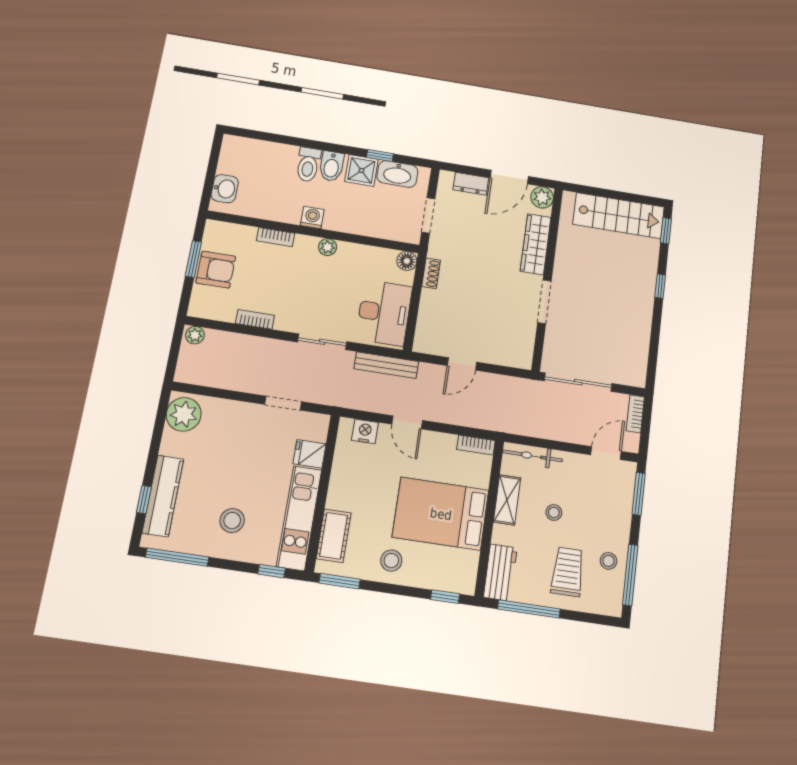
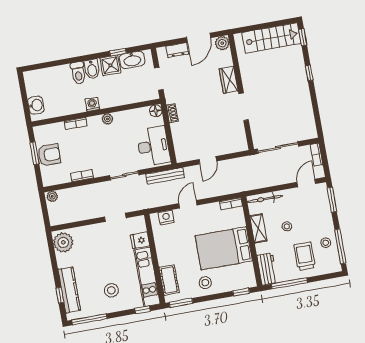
wardrobe: (536, 244) -> (229, 80), width x0.67
door: (407, 422) -> (188, 204), swing flipped

